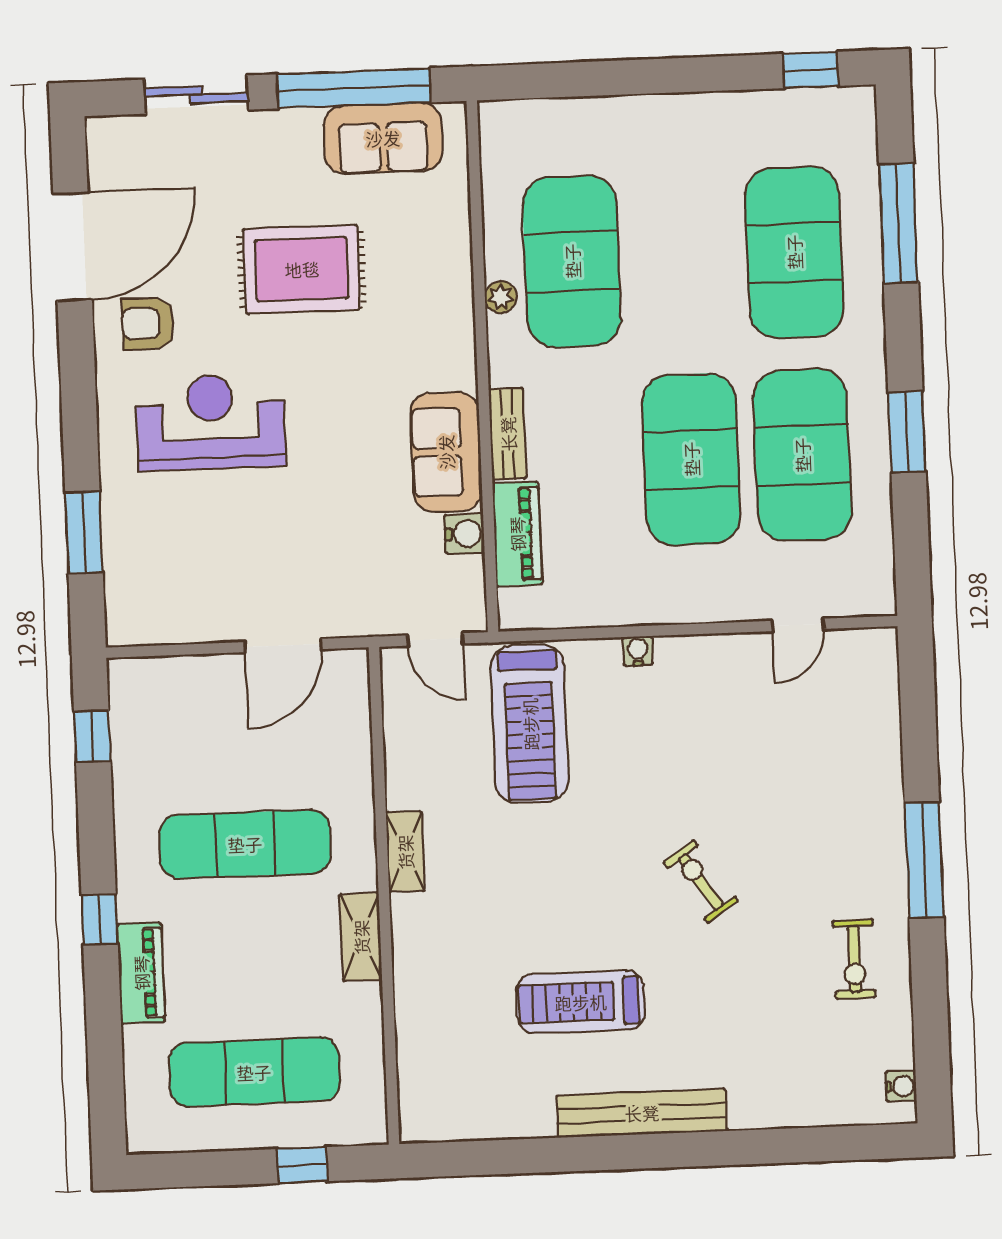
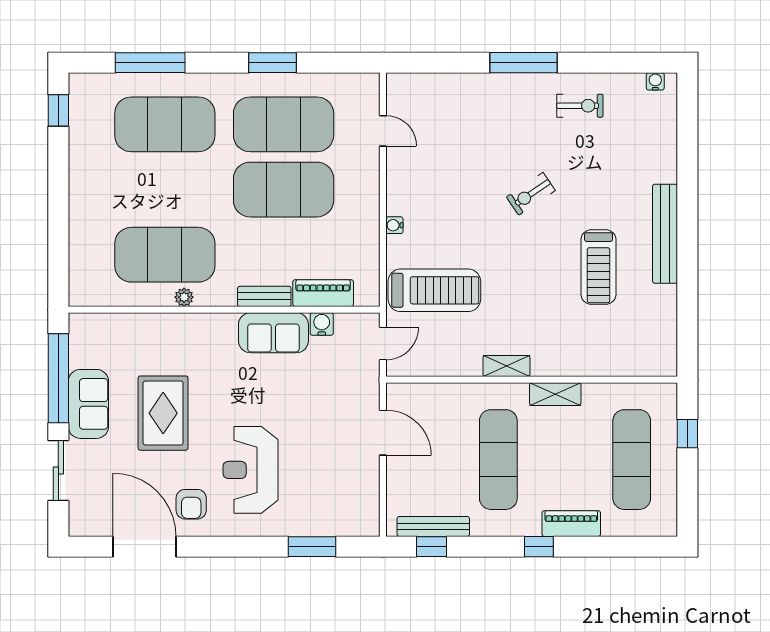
sofa: (383, 138) -> (88, 404), moved
bench: (127, 738) -> (433, 526), added

